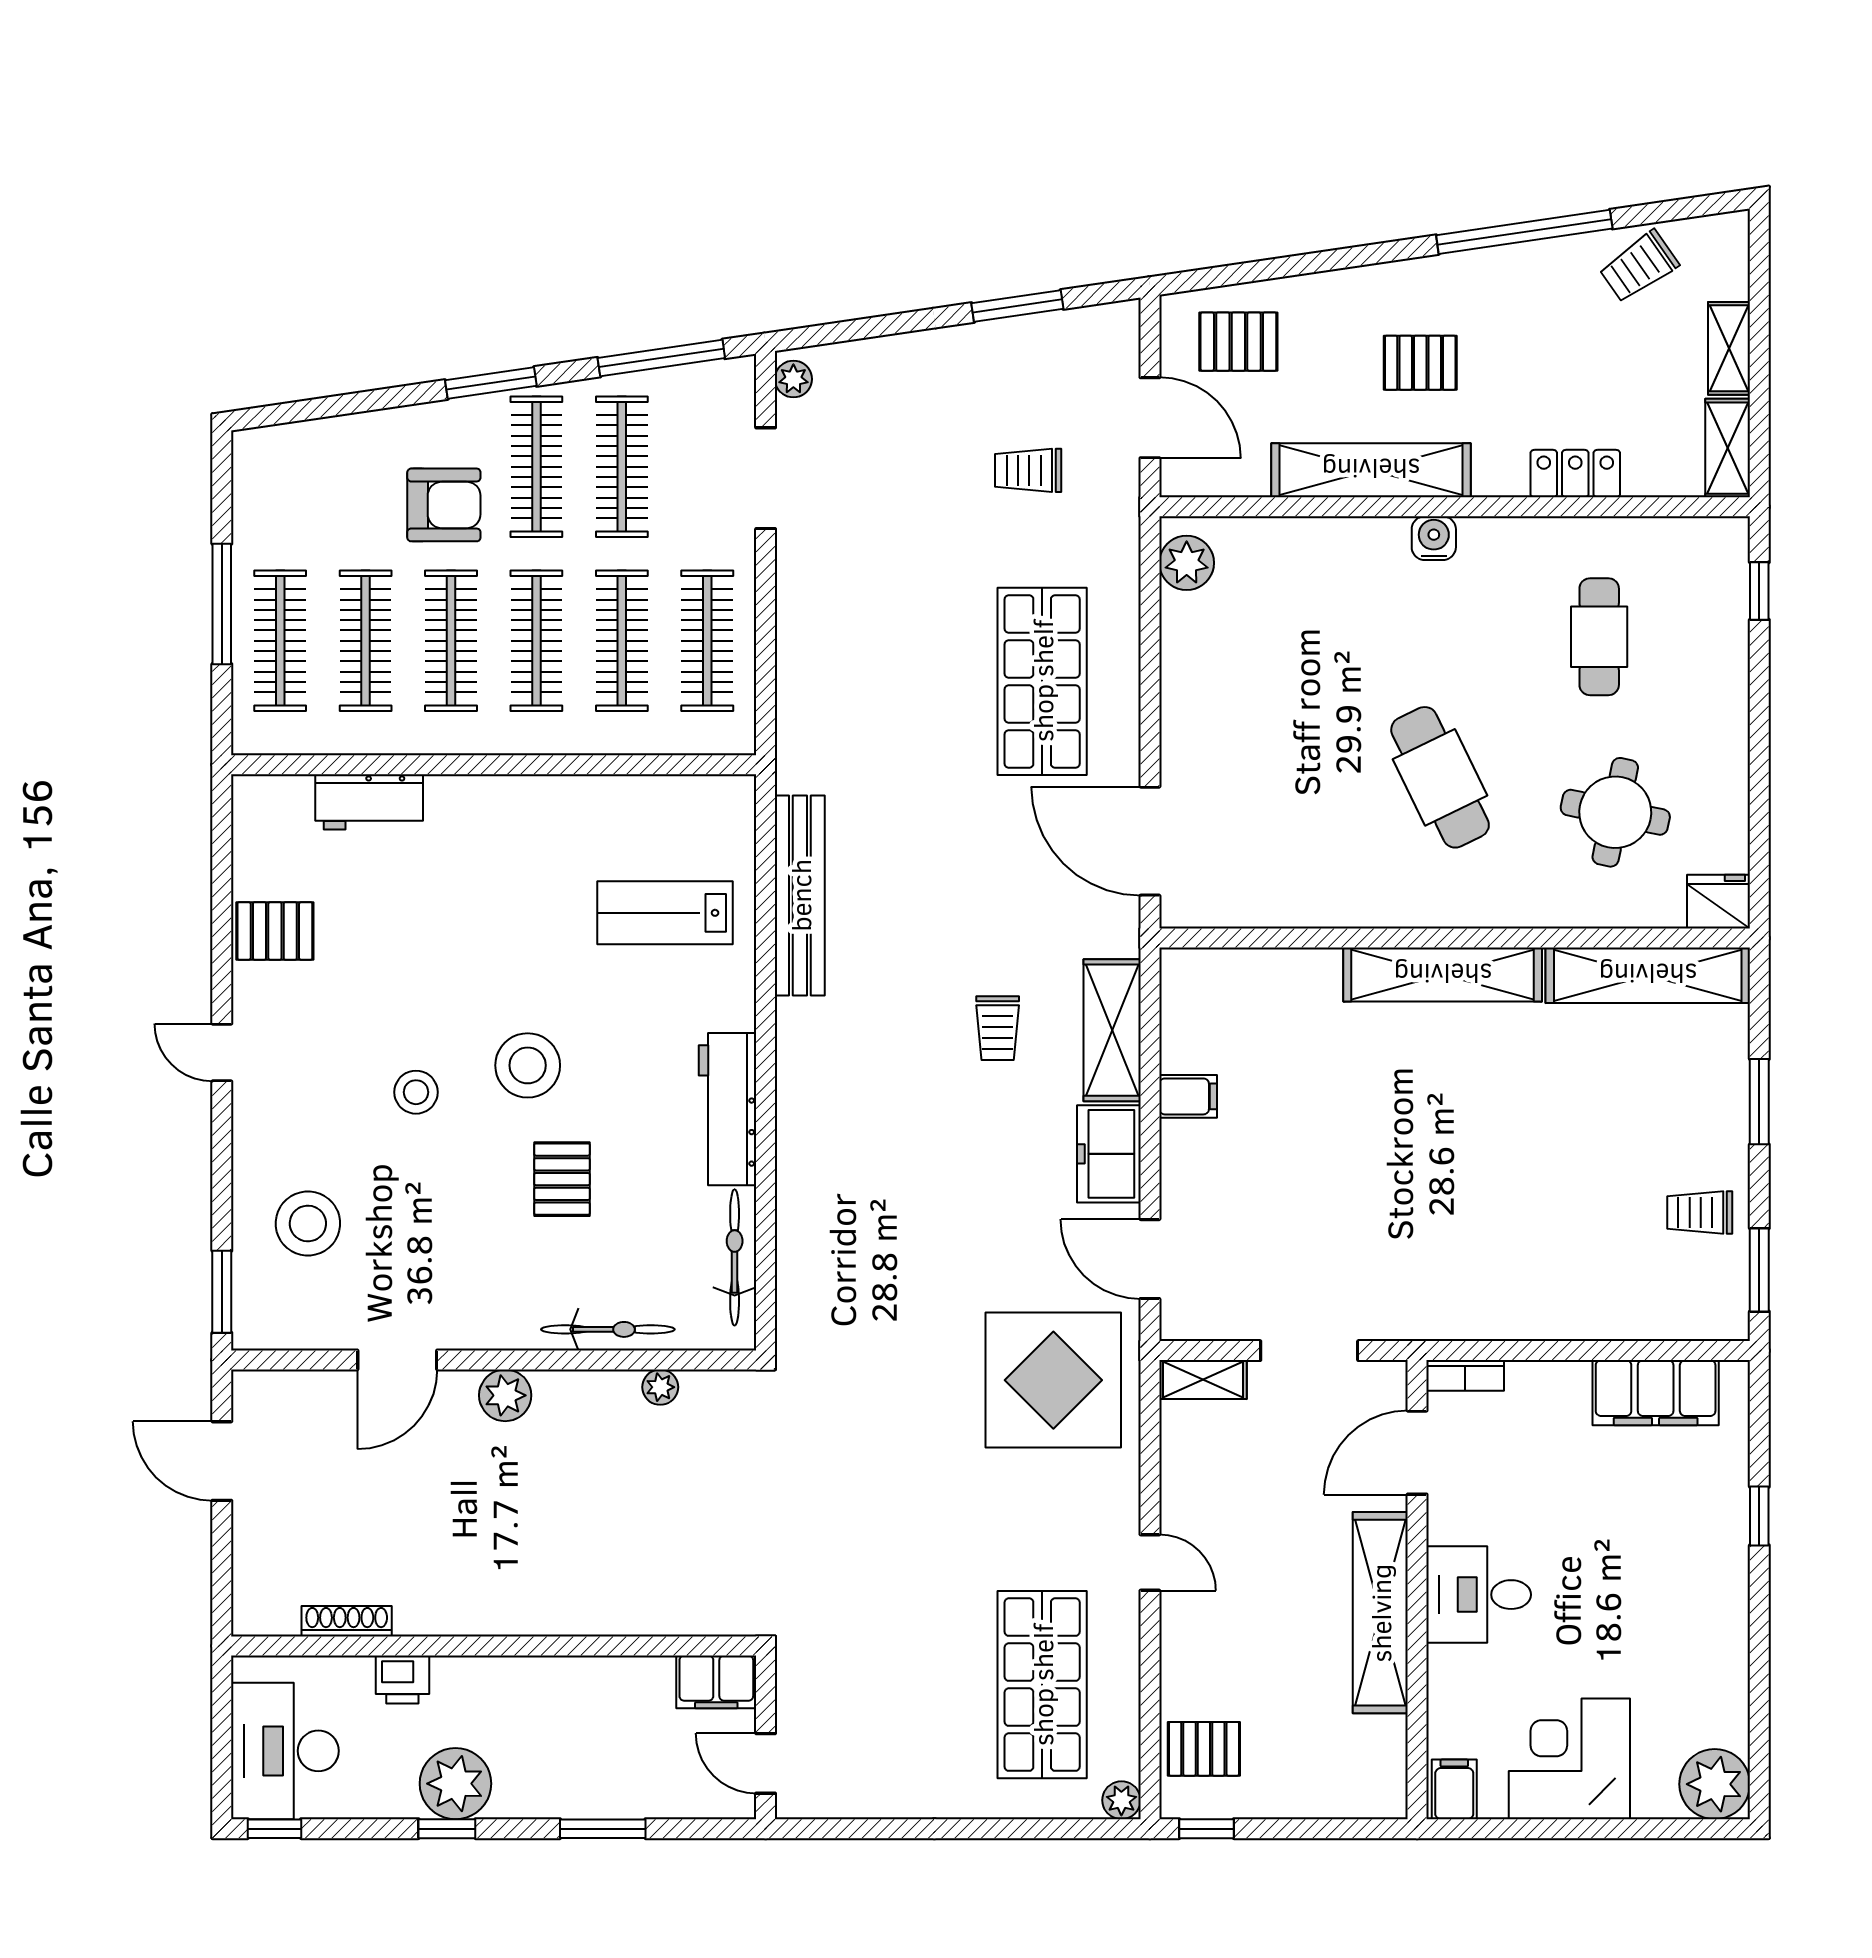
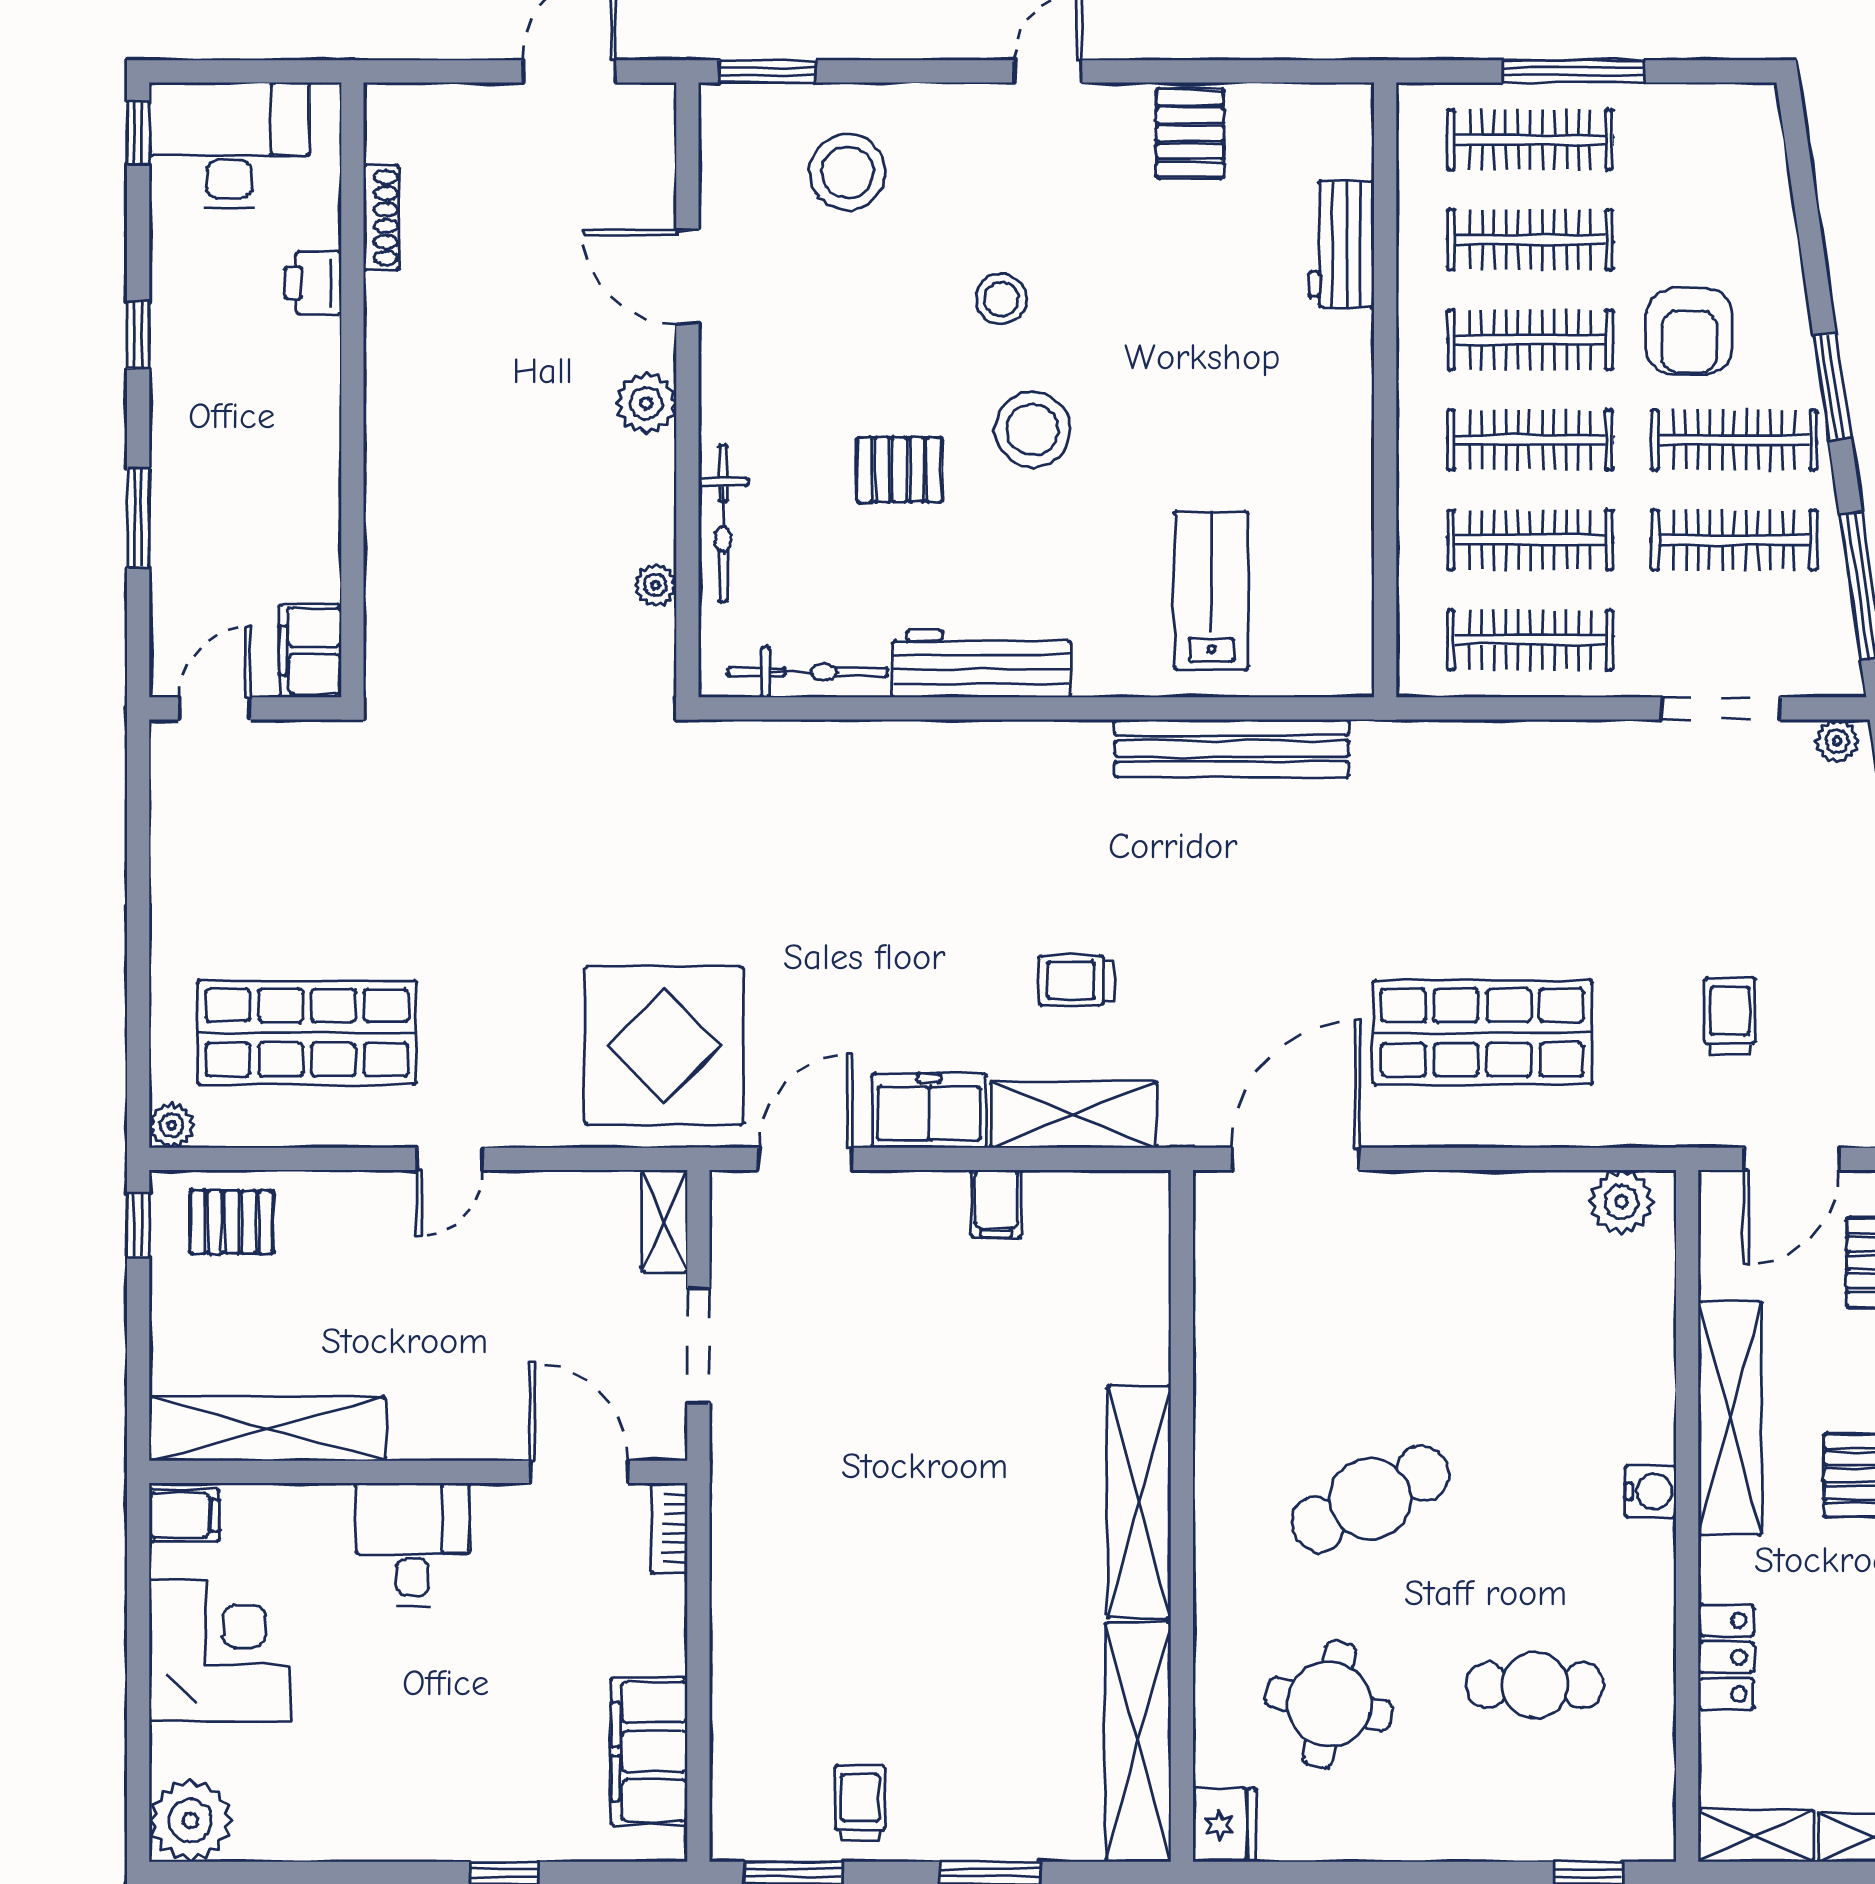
shelving: (1380, 1613) -> (267, 1429), moved
pallet: (1204, 1749) -> (232, 1222), turned 90
plant: (455, 1784) -> (191, 345), removed

